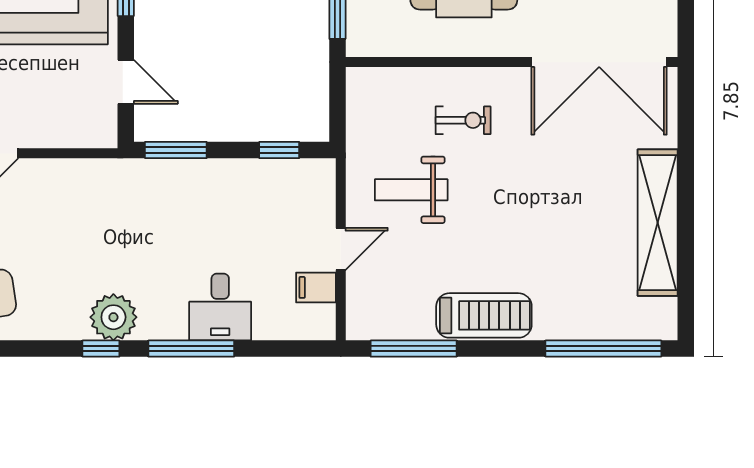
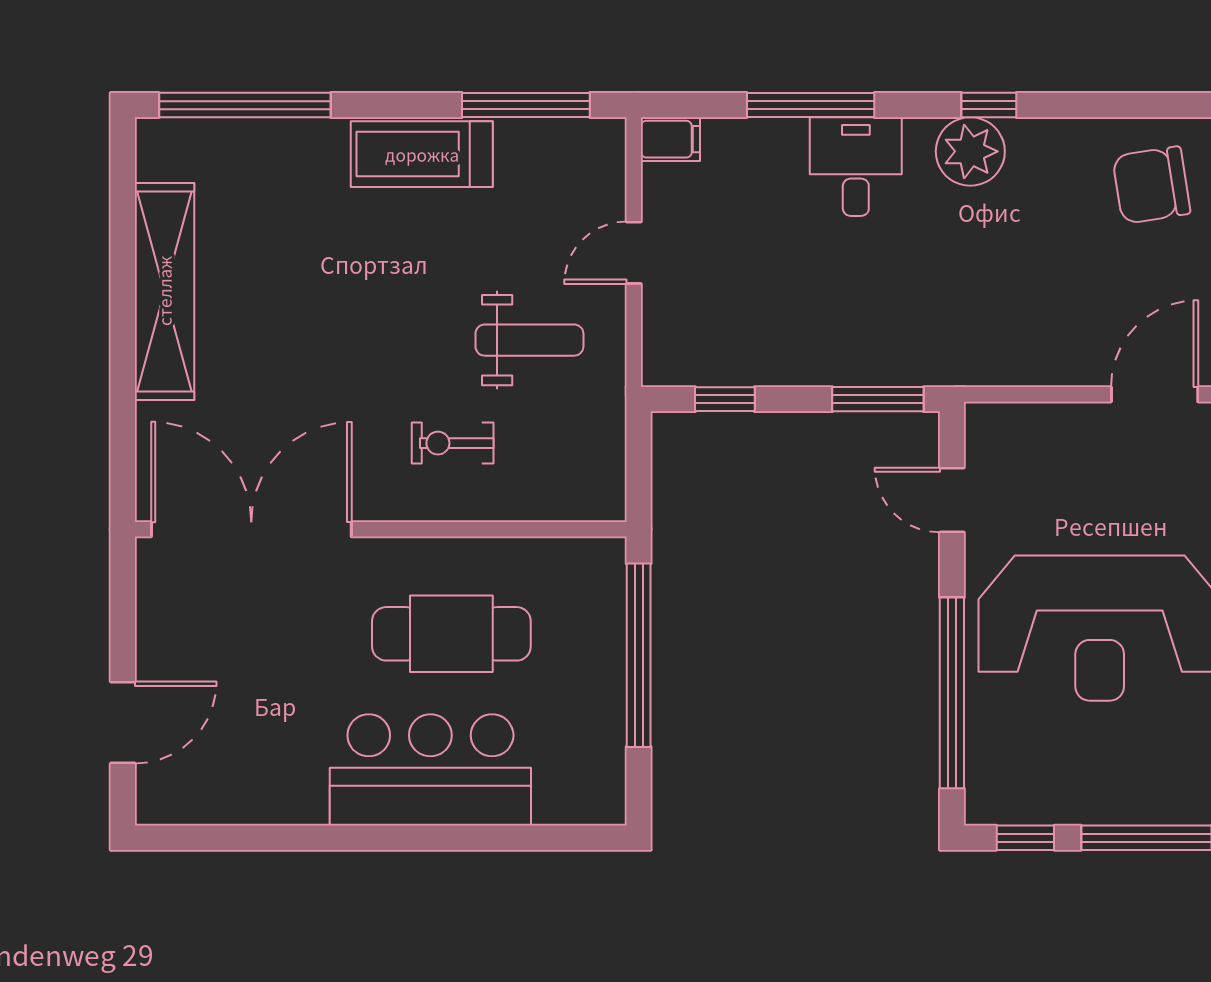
filing cabinet: (316, 287) -> (670, 139), moved
desk: (220, 307) -> (856, 167), moved
window: (191, 349) -> (811, 105), moved

